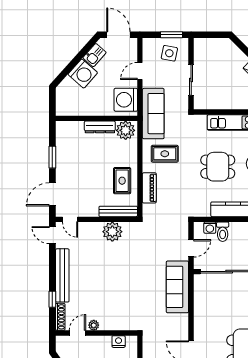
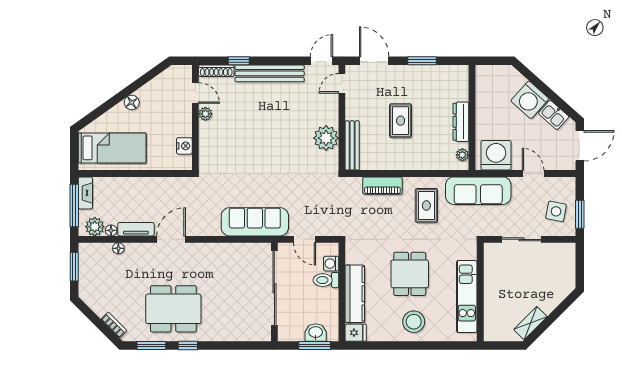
plant: (126, 130) -> (462, 155), width x0.53, depth x0.53
rug: (122, 181) -> (401, 121), moved, turned 90

